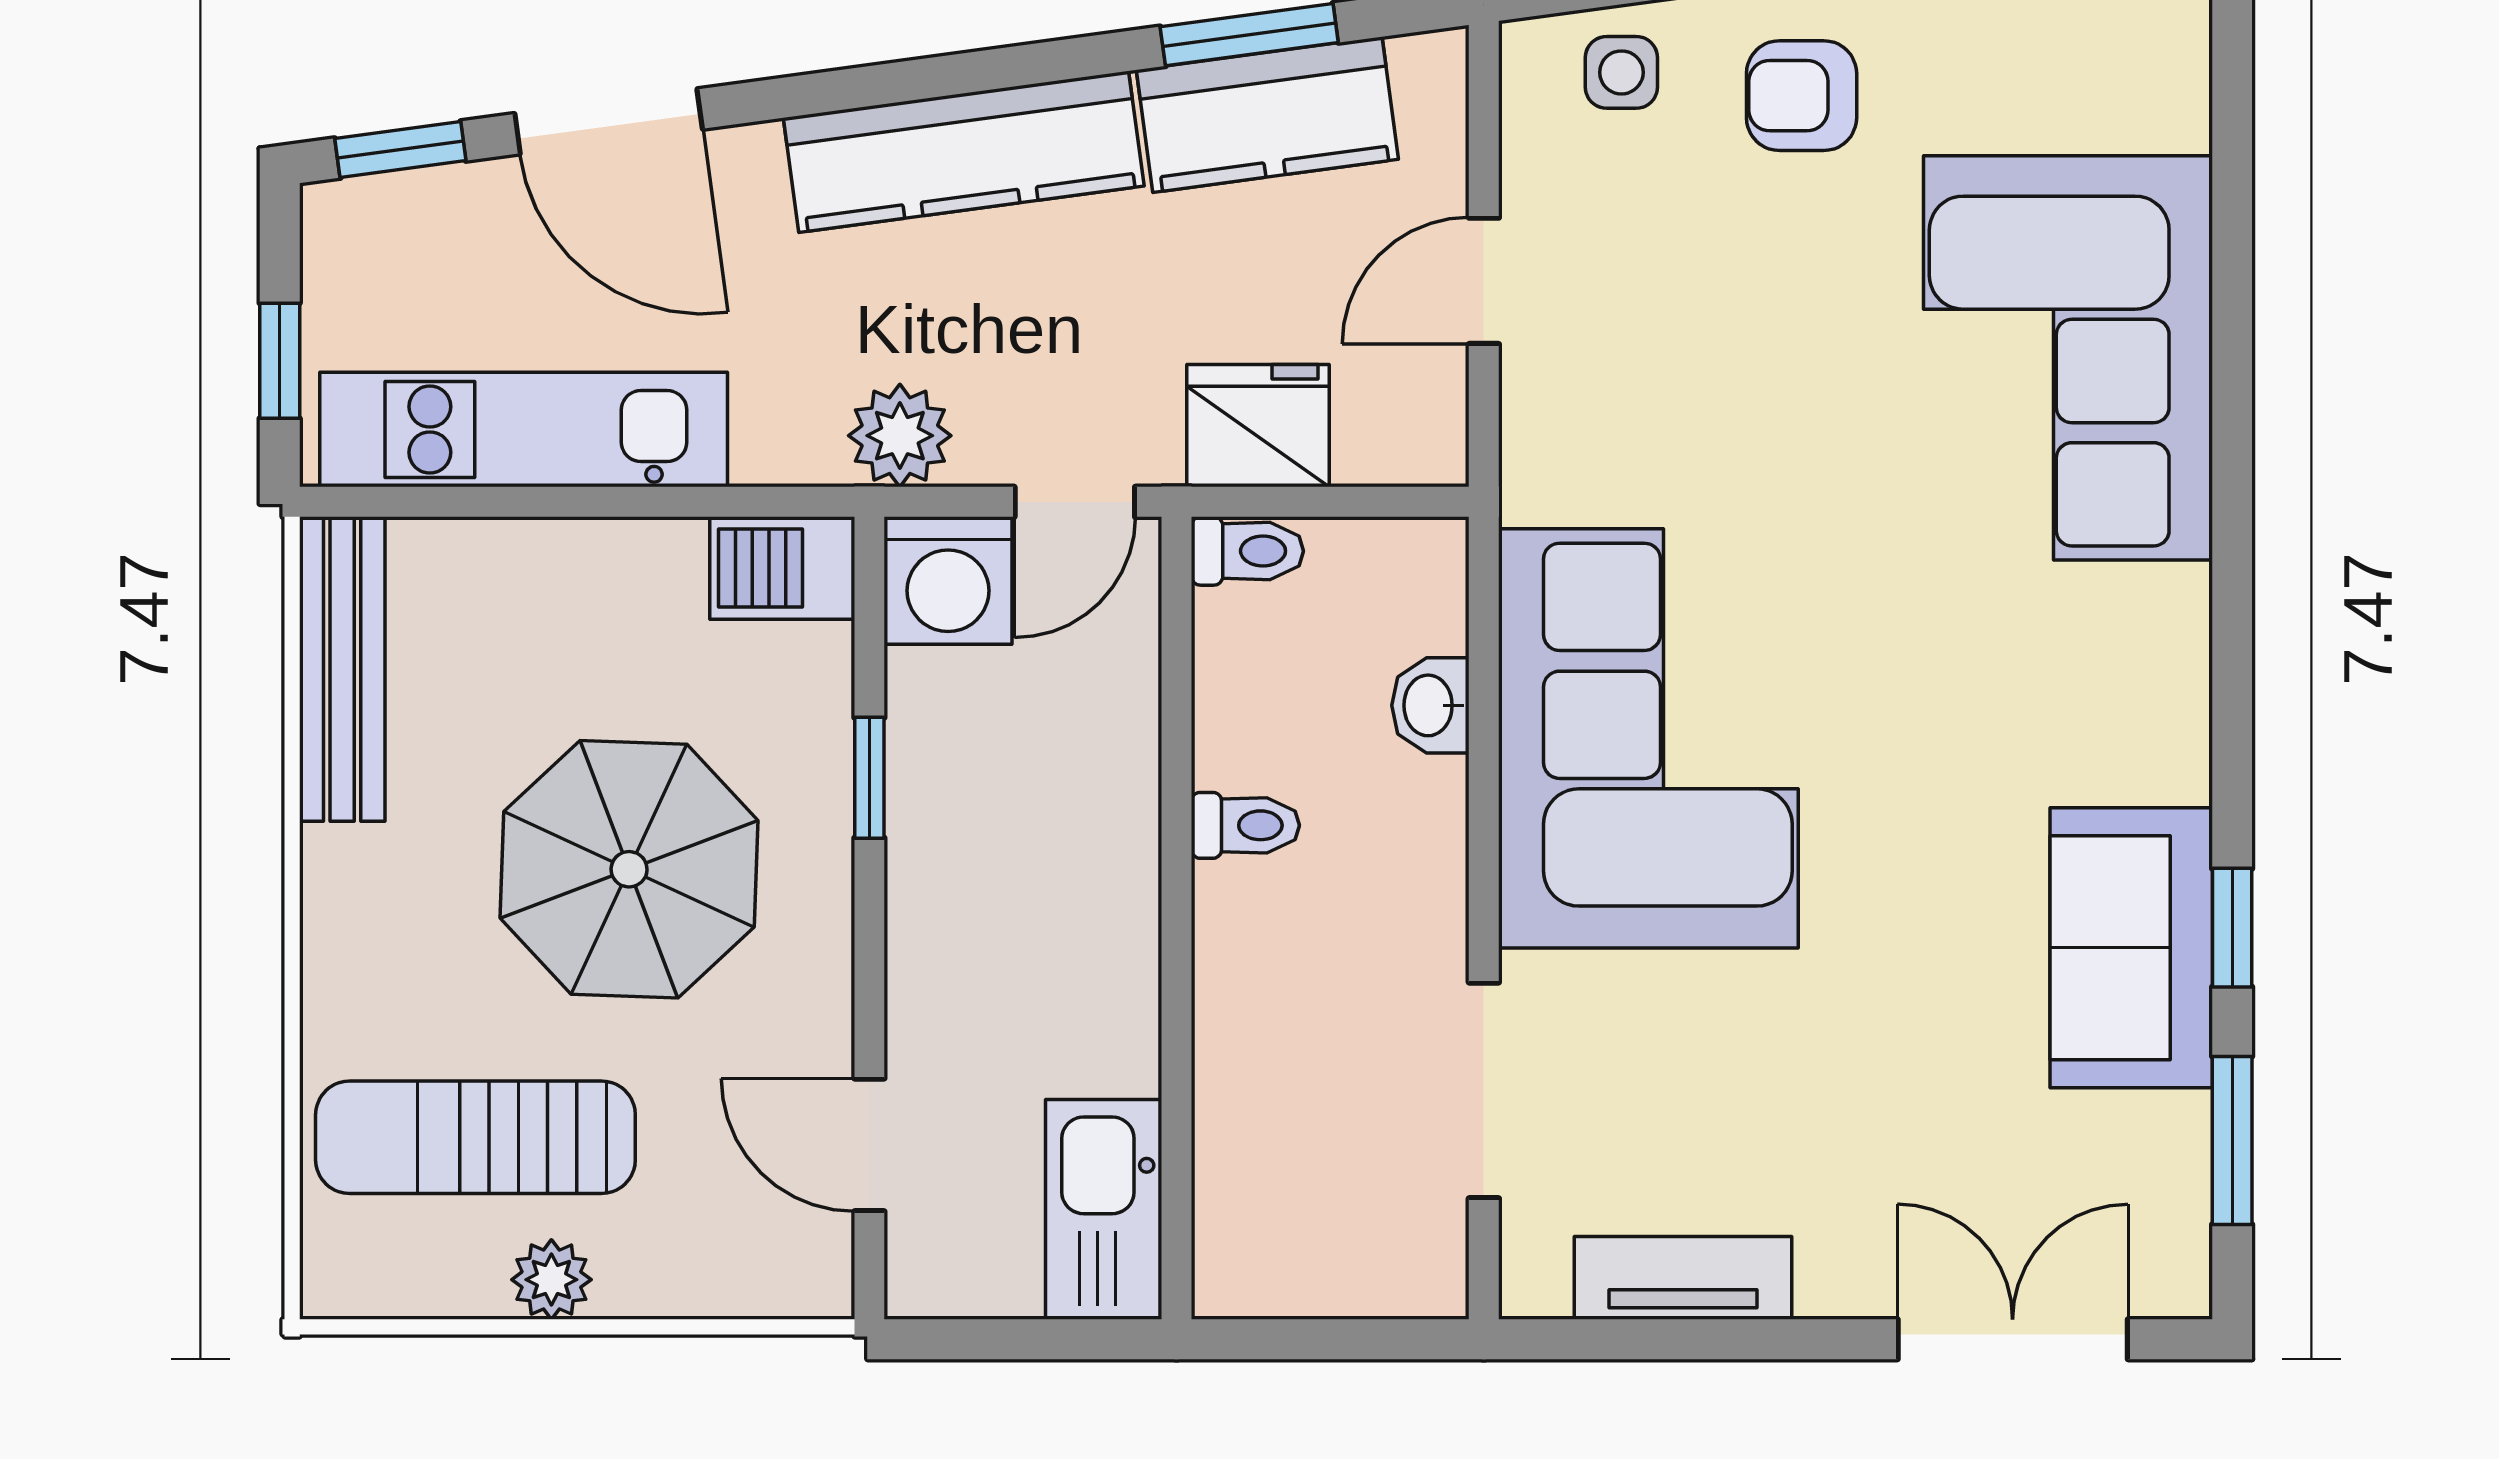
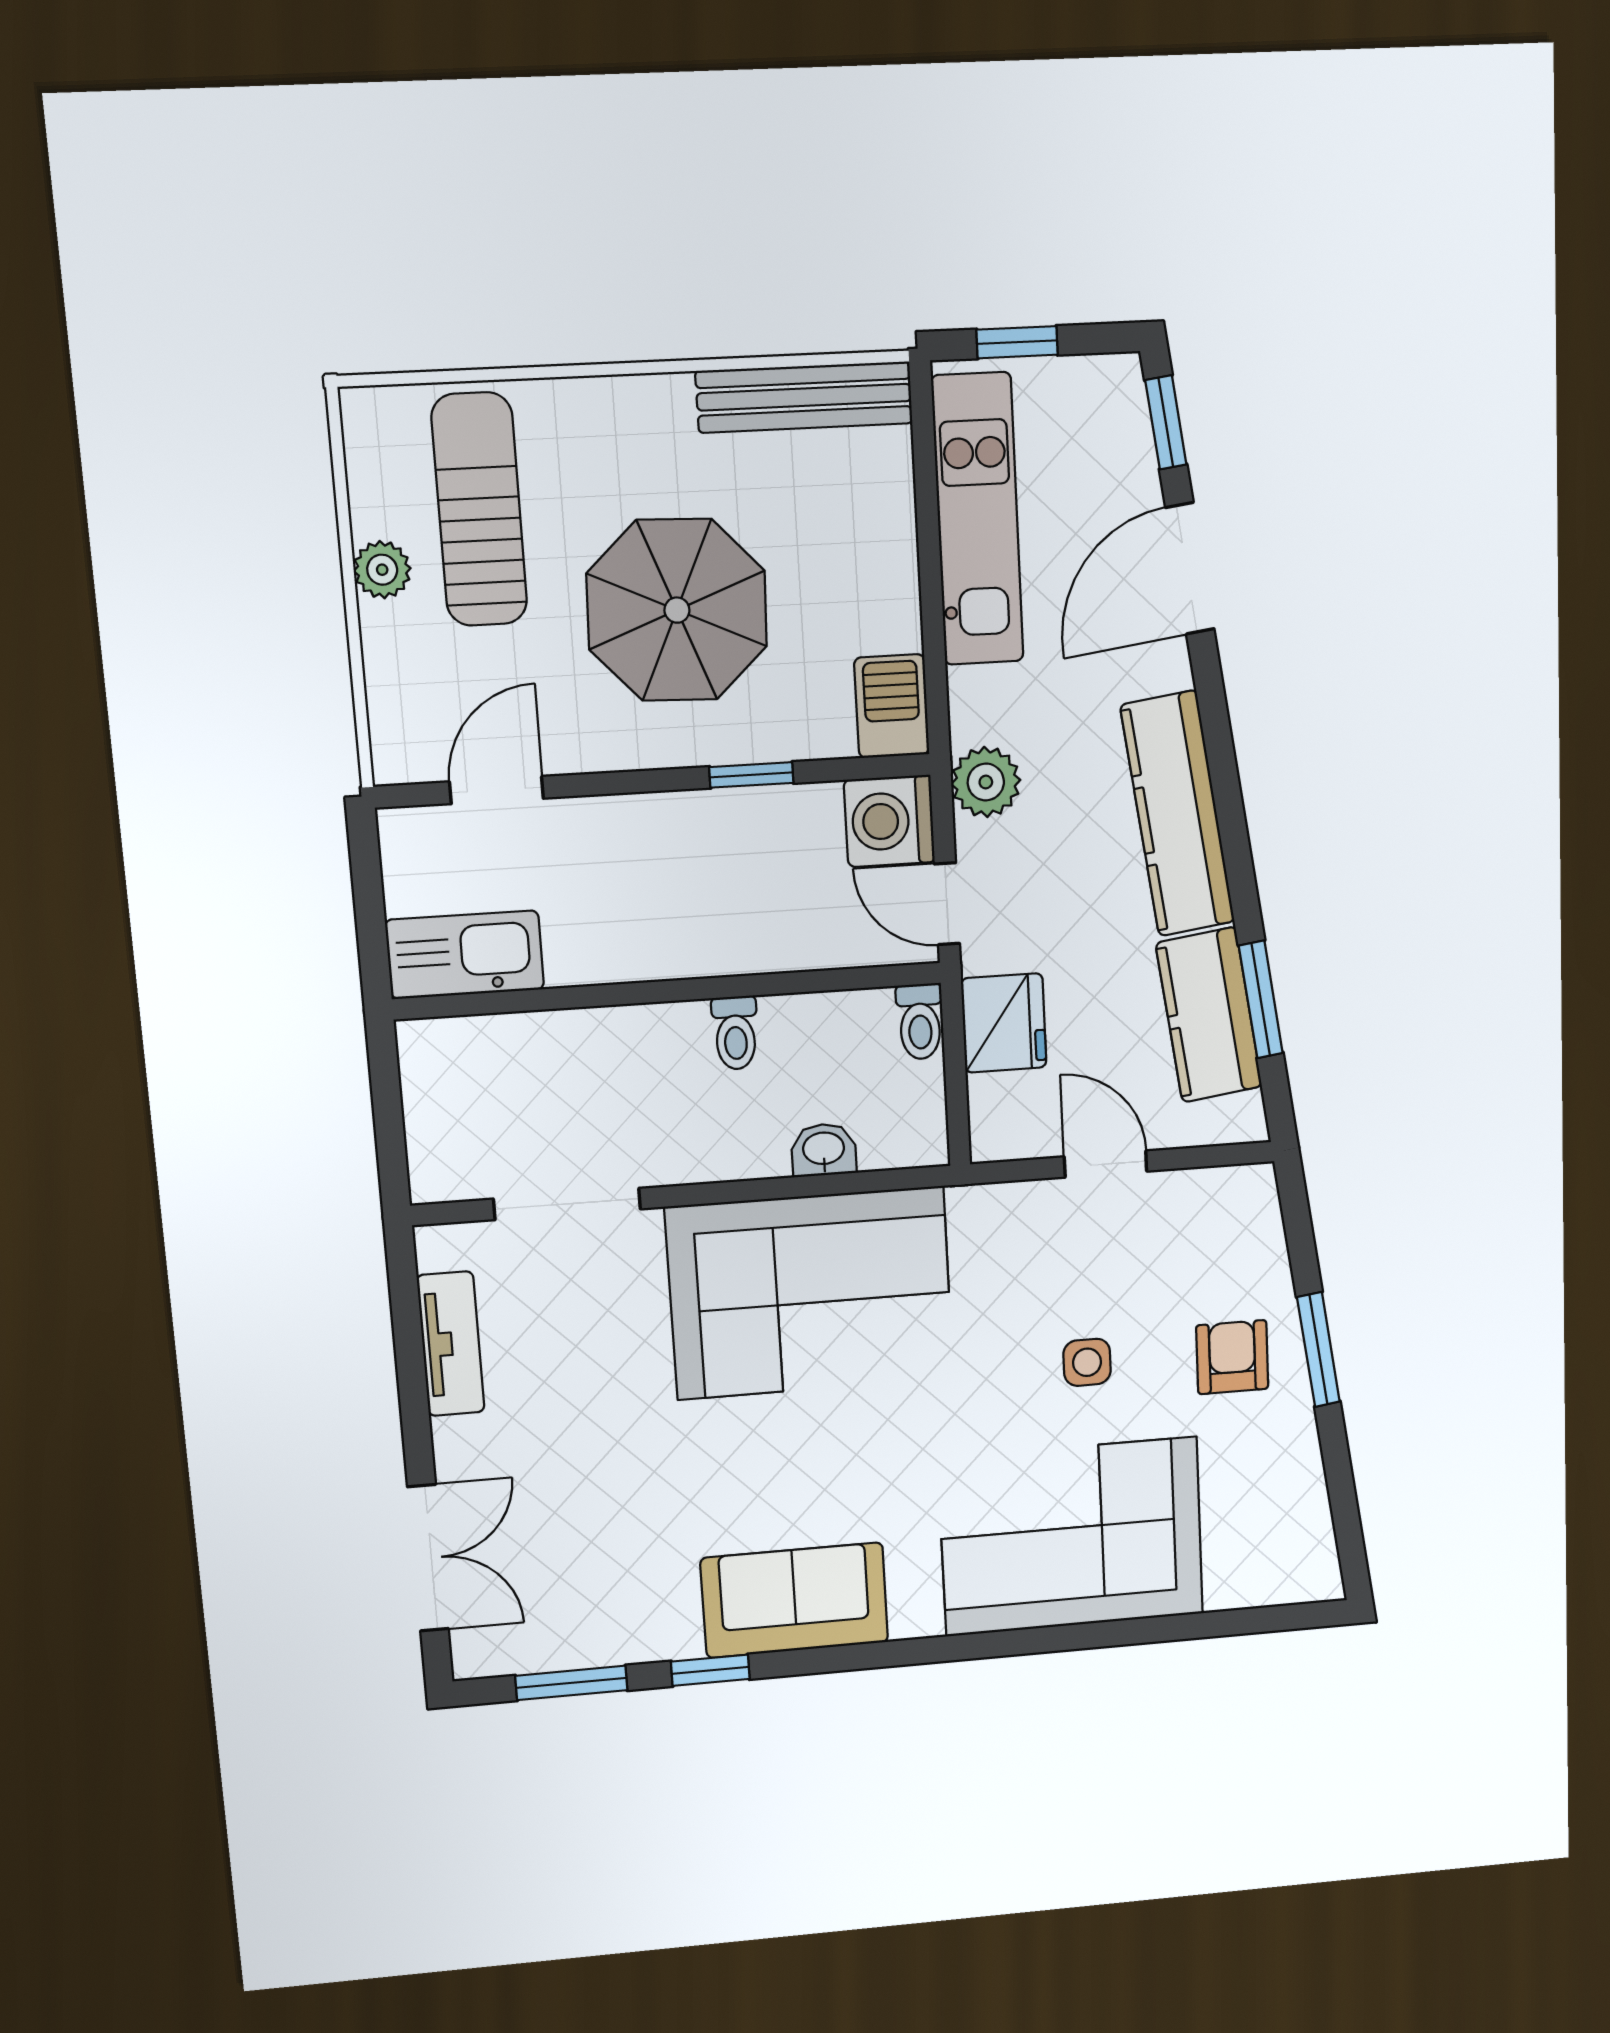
side table: (1621, 72) -> (1087, 1362), moved
sofa: (2131, 948) -> (795, 1600), moved

